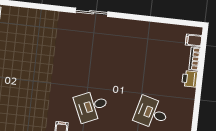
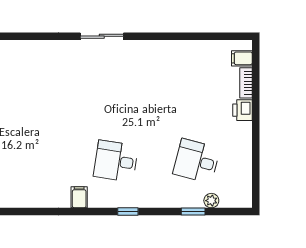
desk: (91, 106) -> (116, 161), turned 33

